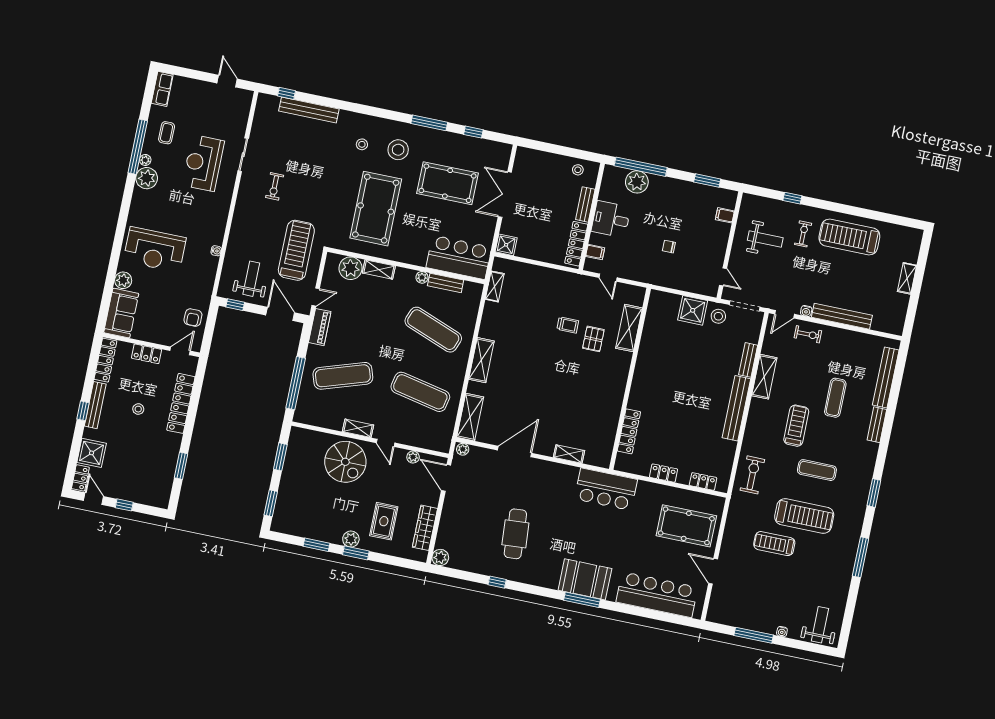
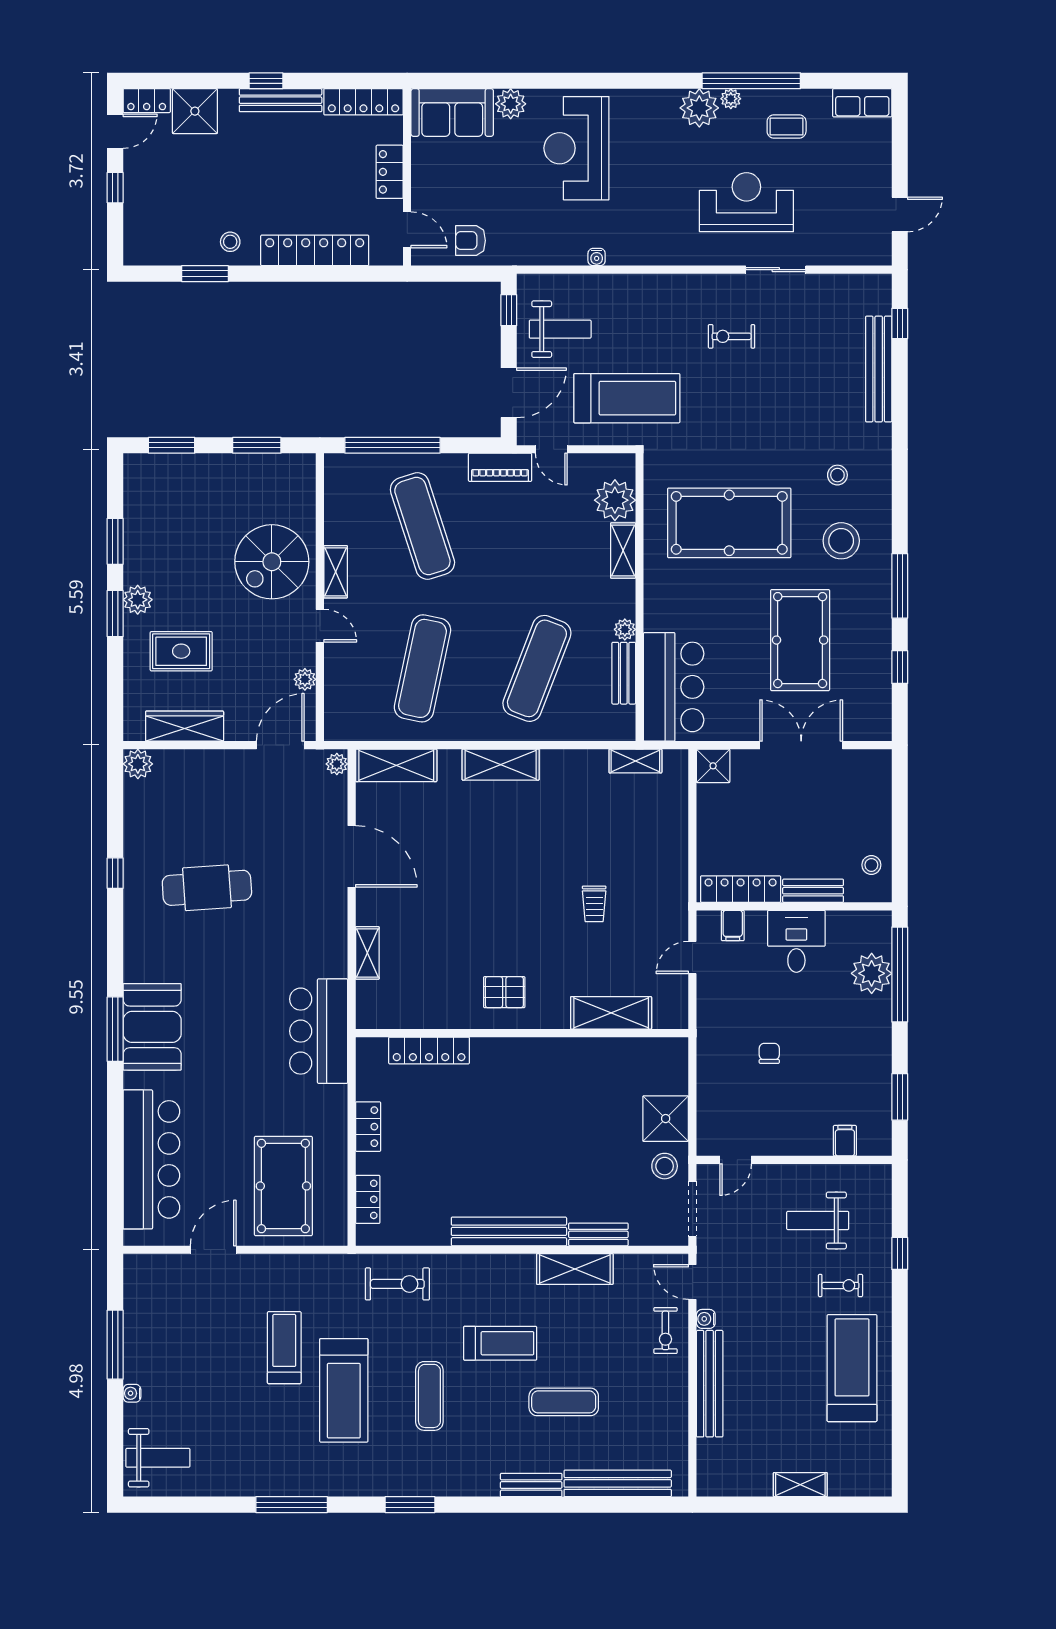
weight bench: (765, 239) -> (818, 1220), turned 90
pallet: (593, 339) -> (504, 992), moved
stool: (138, 409) -> (230, 242), moved
door: (386, 443) -> (320, 626), swing flipped

